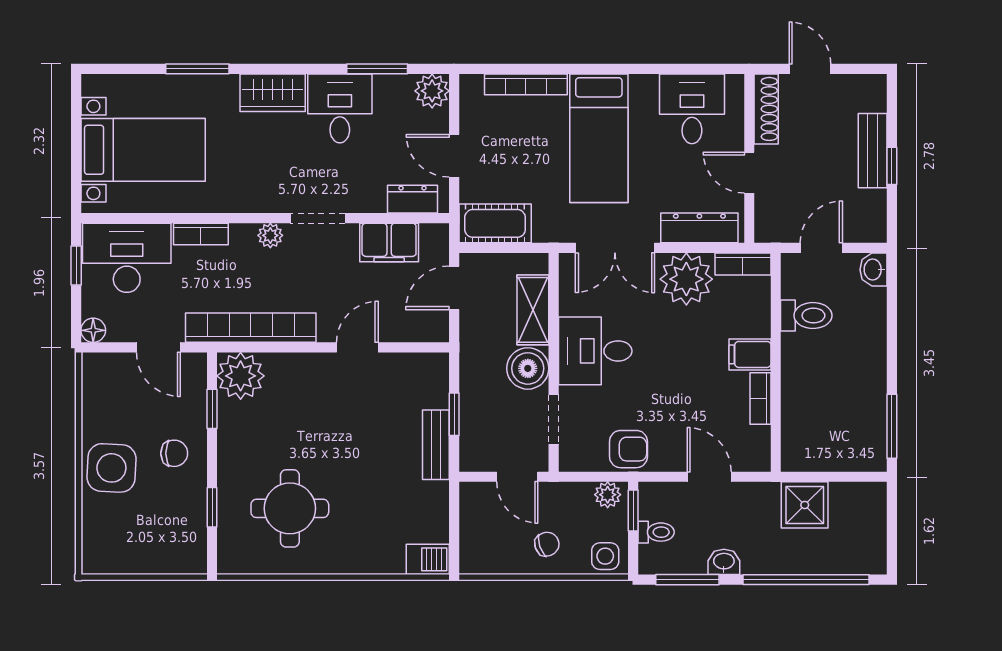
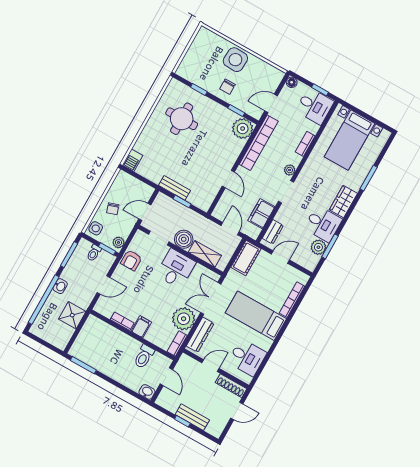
plant: (432, 91) -> (318, 247), moved
desk: (127, 258) -> (315, 106), width x0.73
washbasin: (724, 562) -> (60, 286), moved

